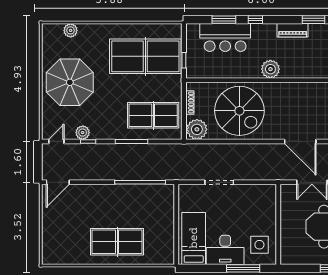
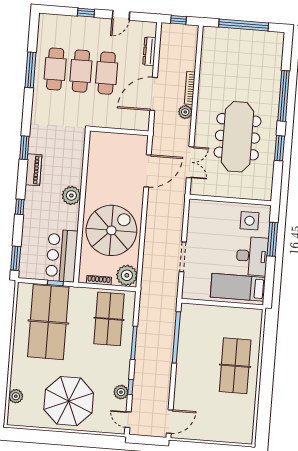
window: (224, 20) -> (16, 258), moved
bar counter: (225, 38) -> (62, 256), moved, turned 180
door: (58, 182) -> (170, 421), hinge flipped

